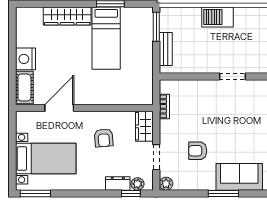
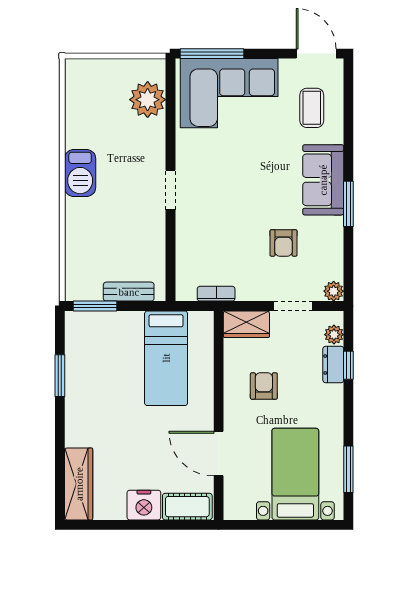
wardrobe: (67, 16) -> (79, 484), moved
barbecue: (218, 17) -> (80, 173), moved
bed: (106, 38) -> (166, 358), moved, turned 90
armchair: (104, 138) -> (264, 386), turned -85
window: (35, 193) -> (348, 469), moved
window: (131, 193) -> (348, 365), moved

